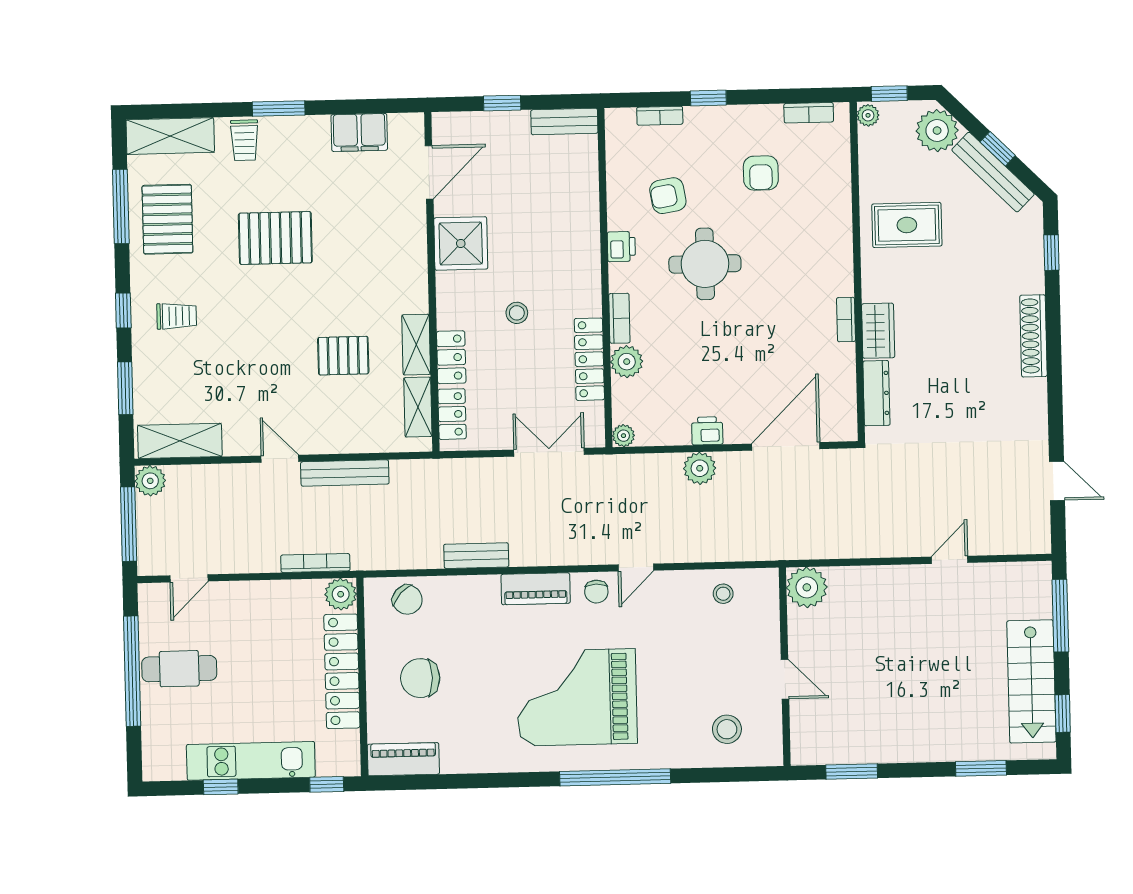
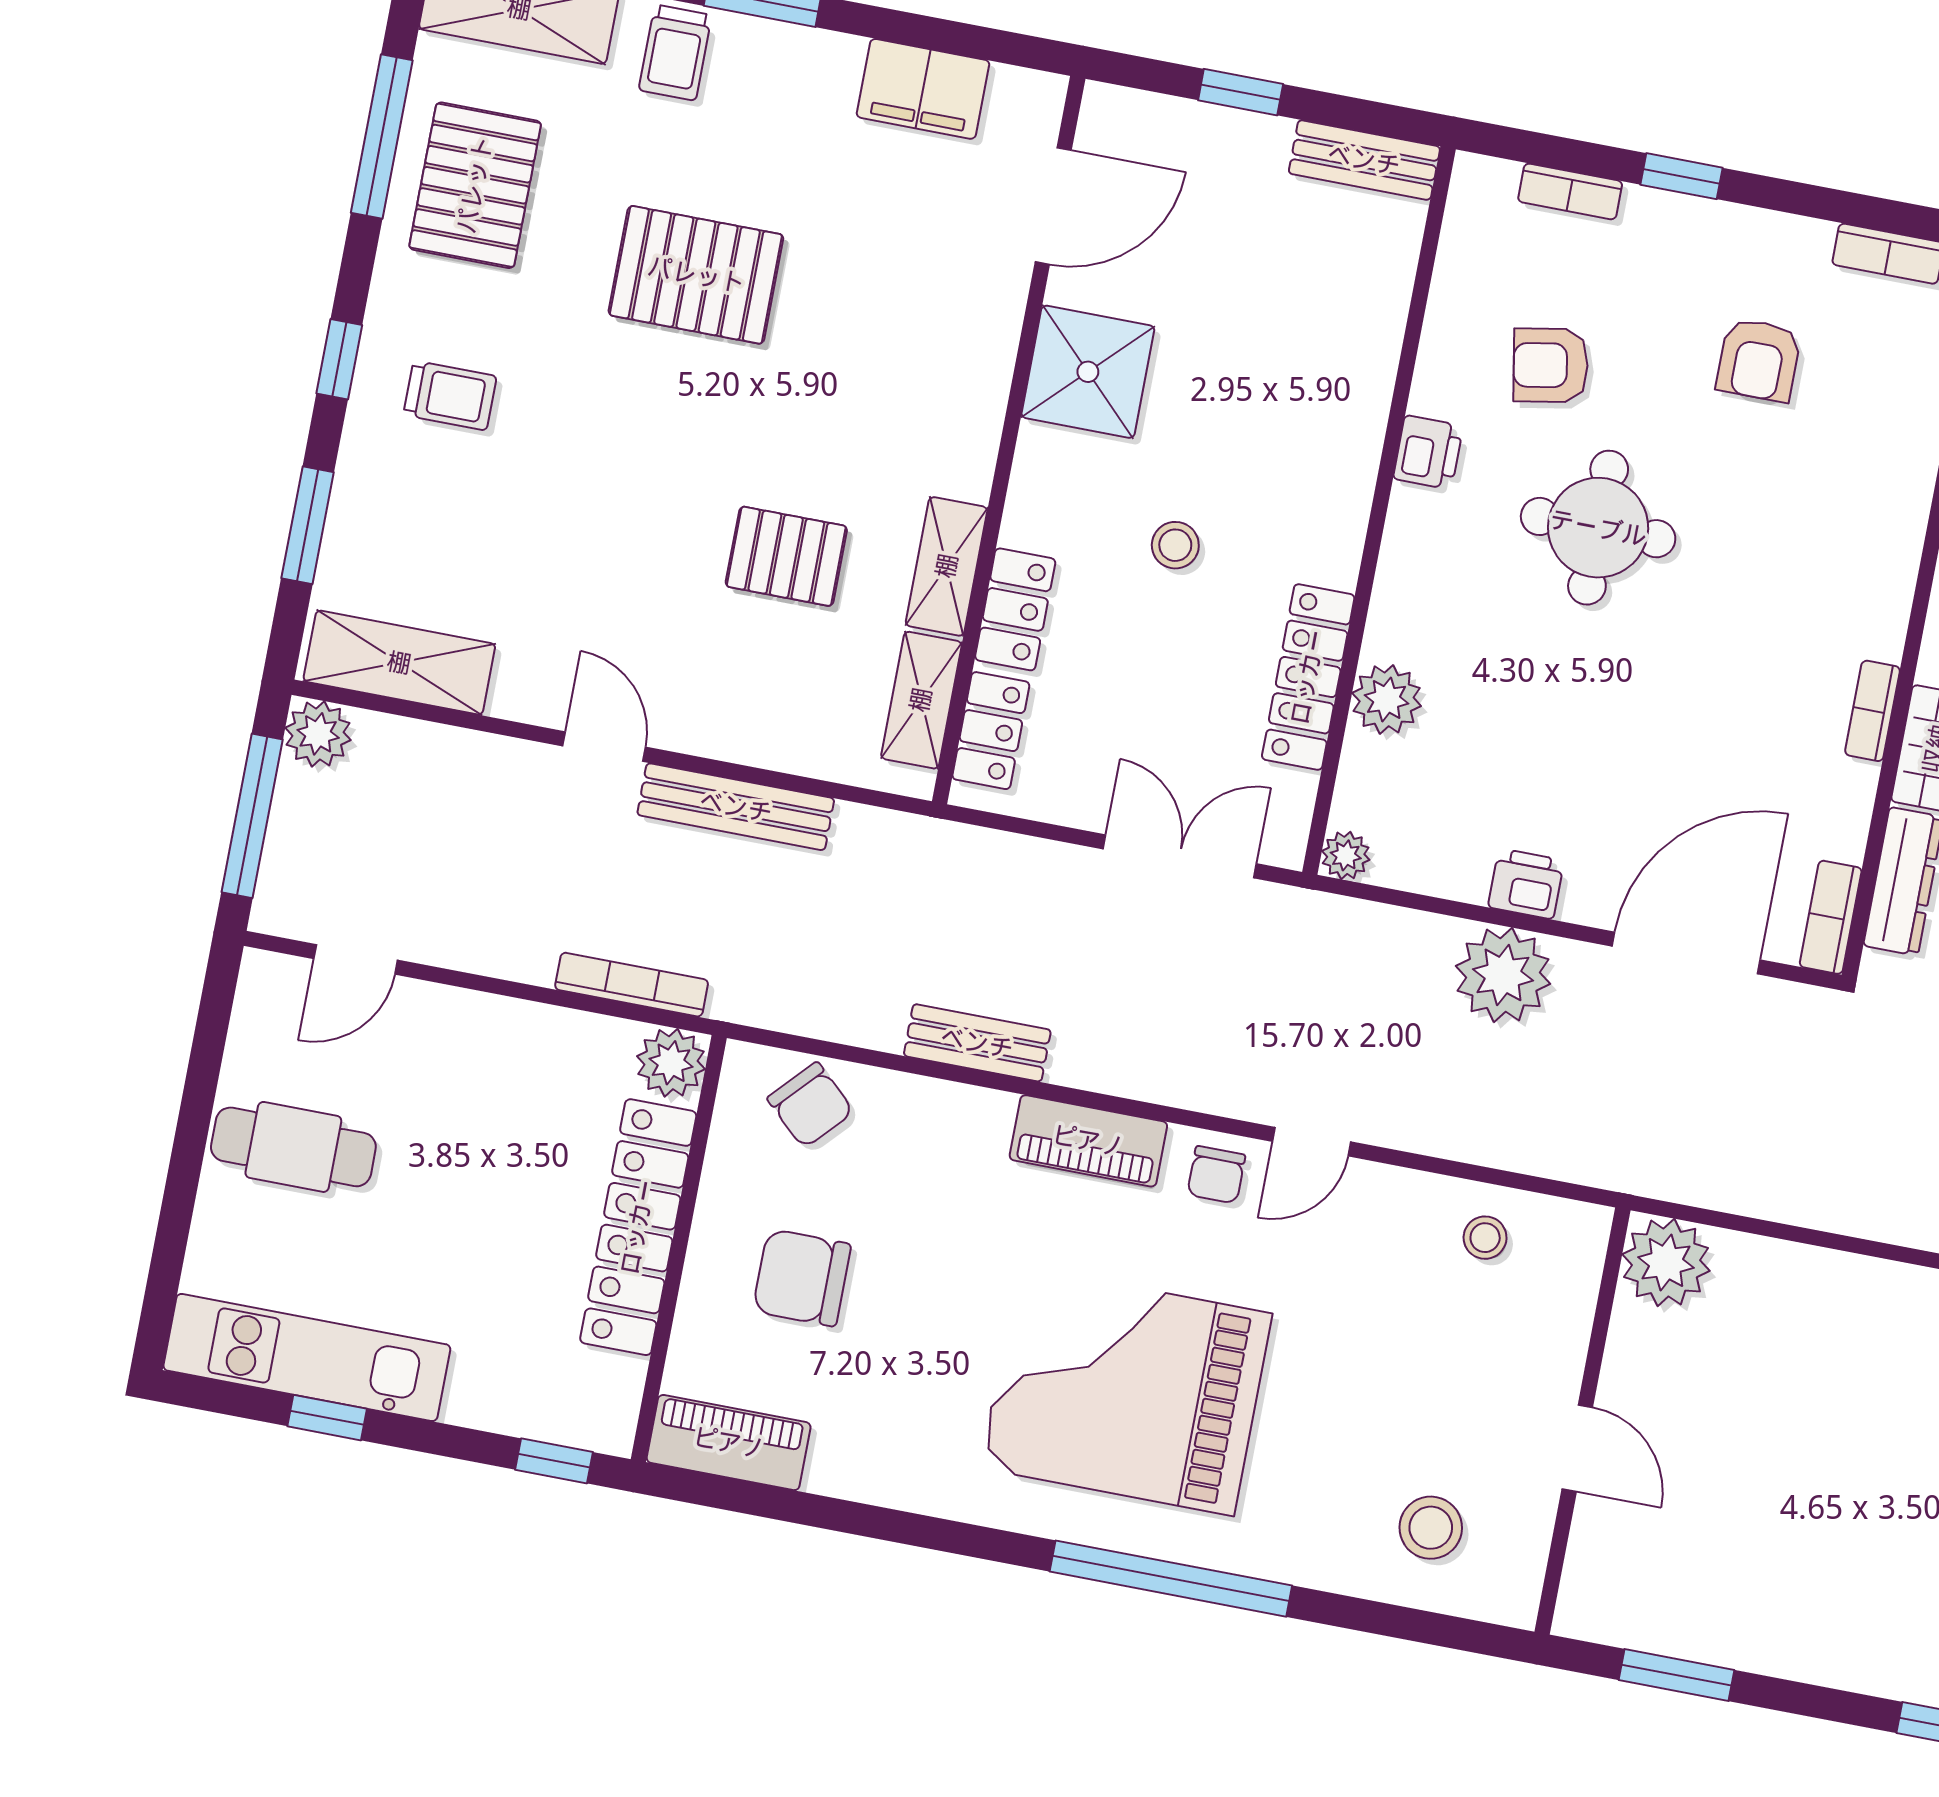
bookcase: (619, 318) -> (1831, 917), moved, turned 180
plant: (700, 468) -> (1503, 975), width x1.36, depth x1.36
window: (132, 671) -> (192, 1130), removed
kitchen unit: (251, 761) -> (307, 1357), moved

